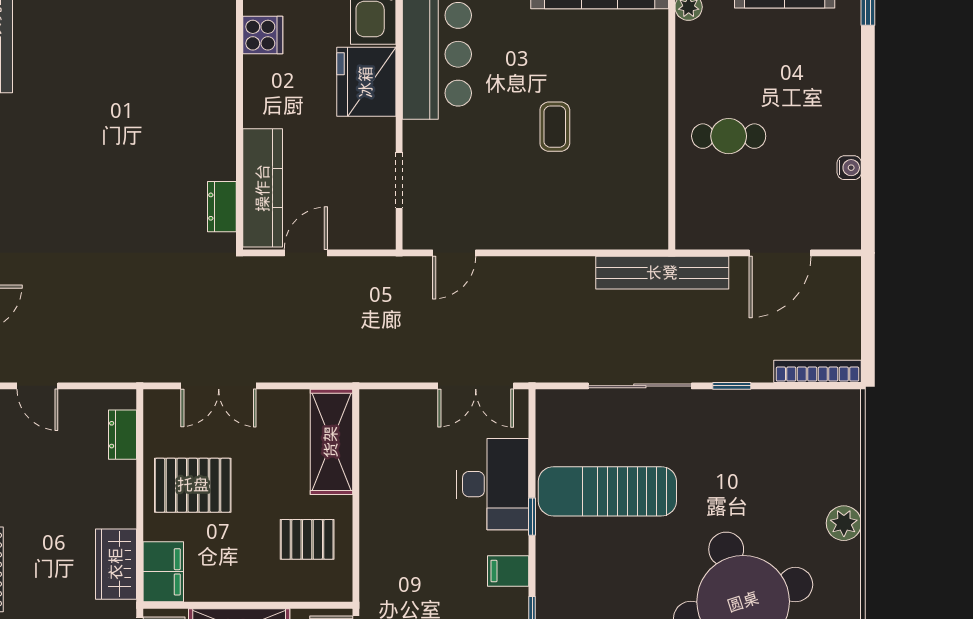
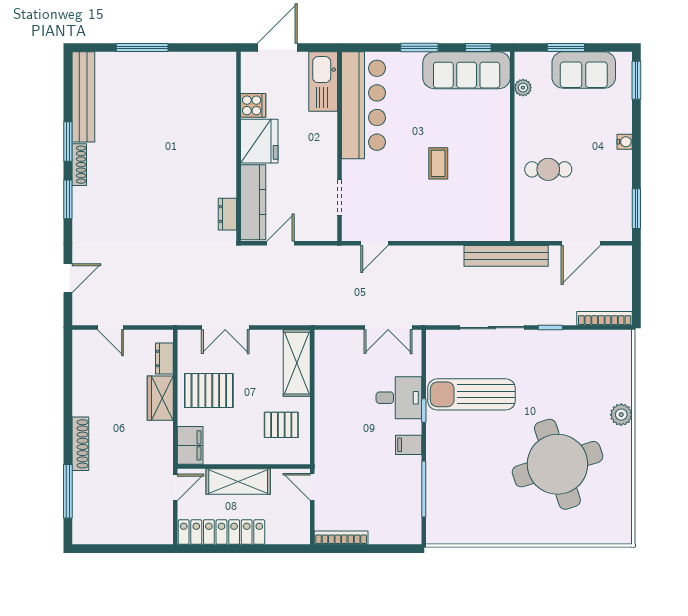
fridge: (366, 82) -> (259, 141), moved, turned 180
water cooler: (849, 168) -> (625, 142), moved
window: (868, 198) -> (636, 209), added
desk: (493, 484) -> (399, 398), width x0.73
wardrobe: (116, 564) -> (160, 398), moved

